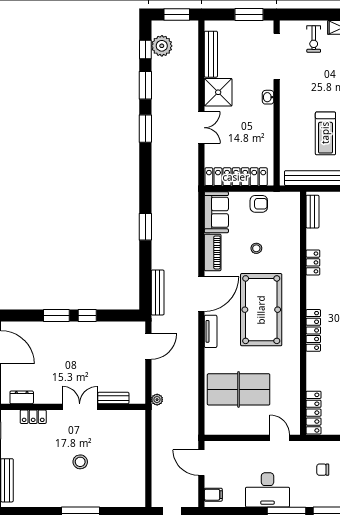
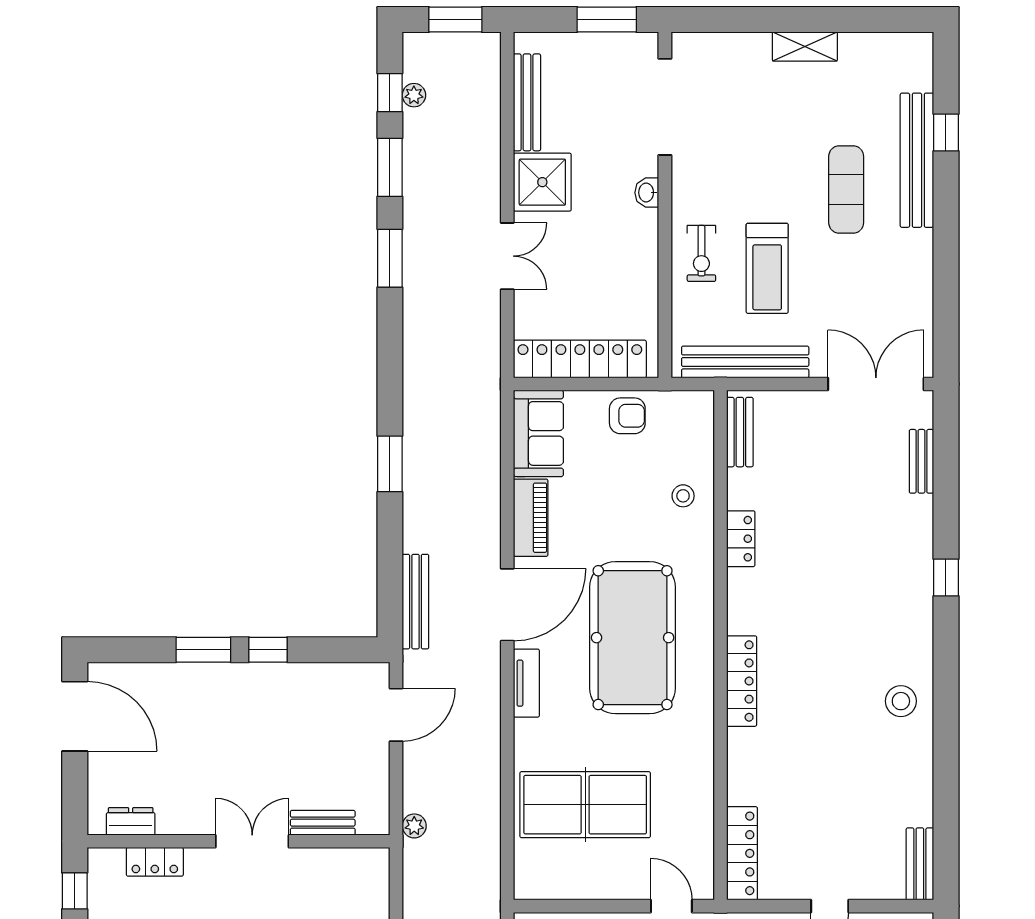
exercise bike: (314, 39) -> (701, 253), moved
plant: (162, 46) -> (414, 95), width x0.53, depth x0.53
stool: (256, 248) -> (683, 496), moved

